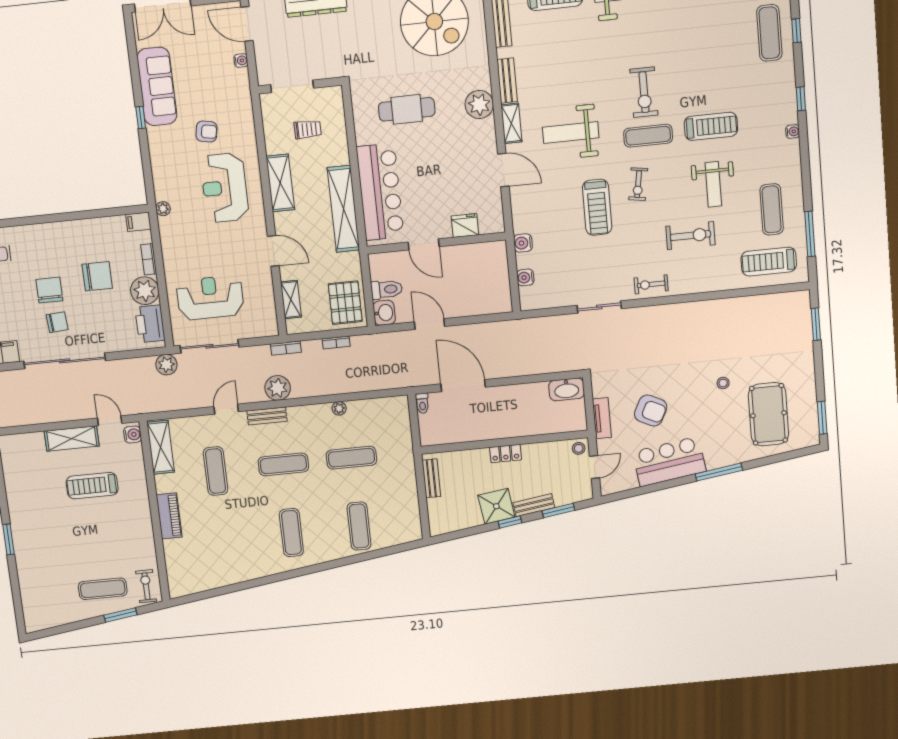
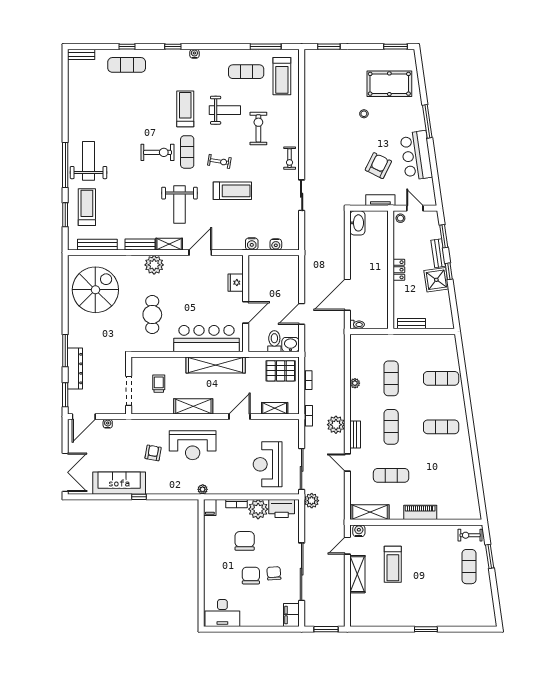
chair: (49, 290) -> (251, 576), turned 90

